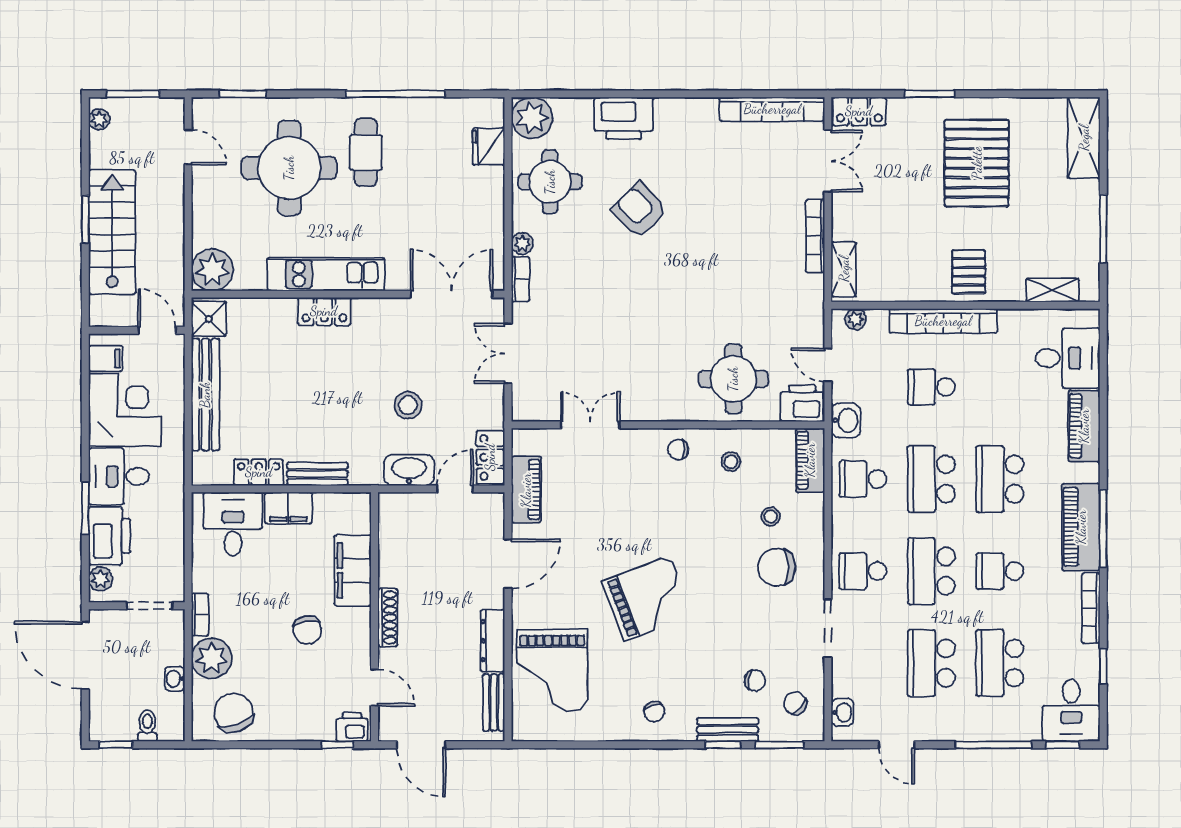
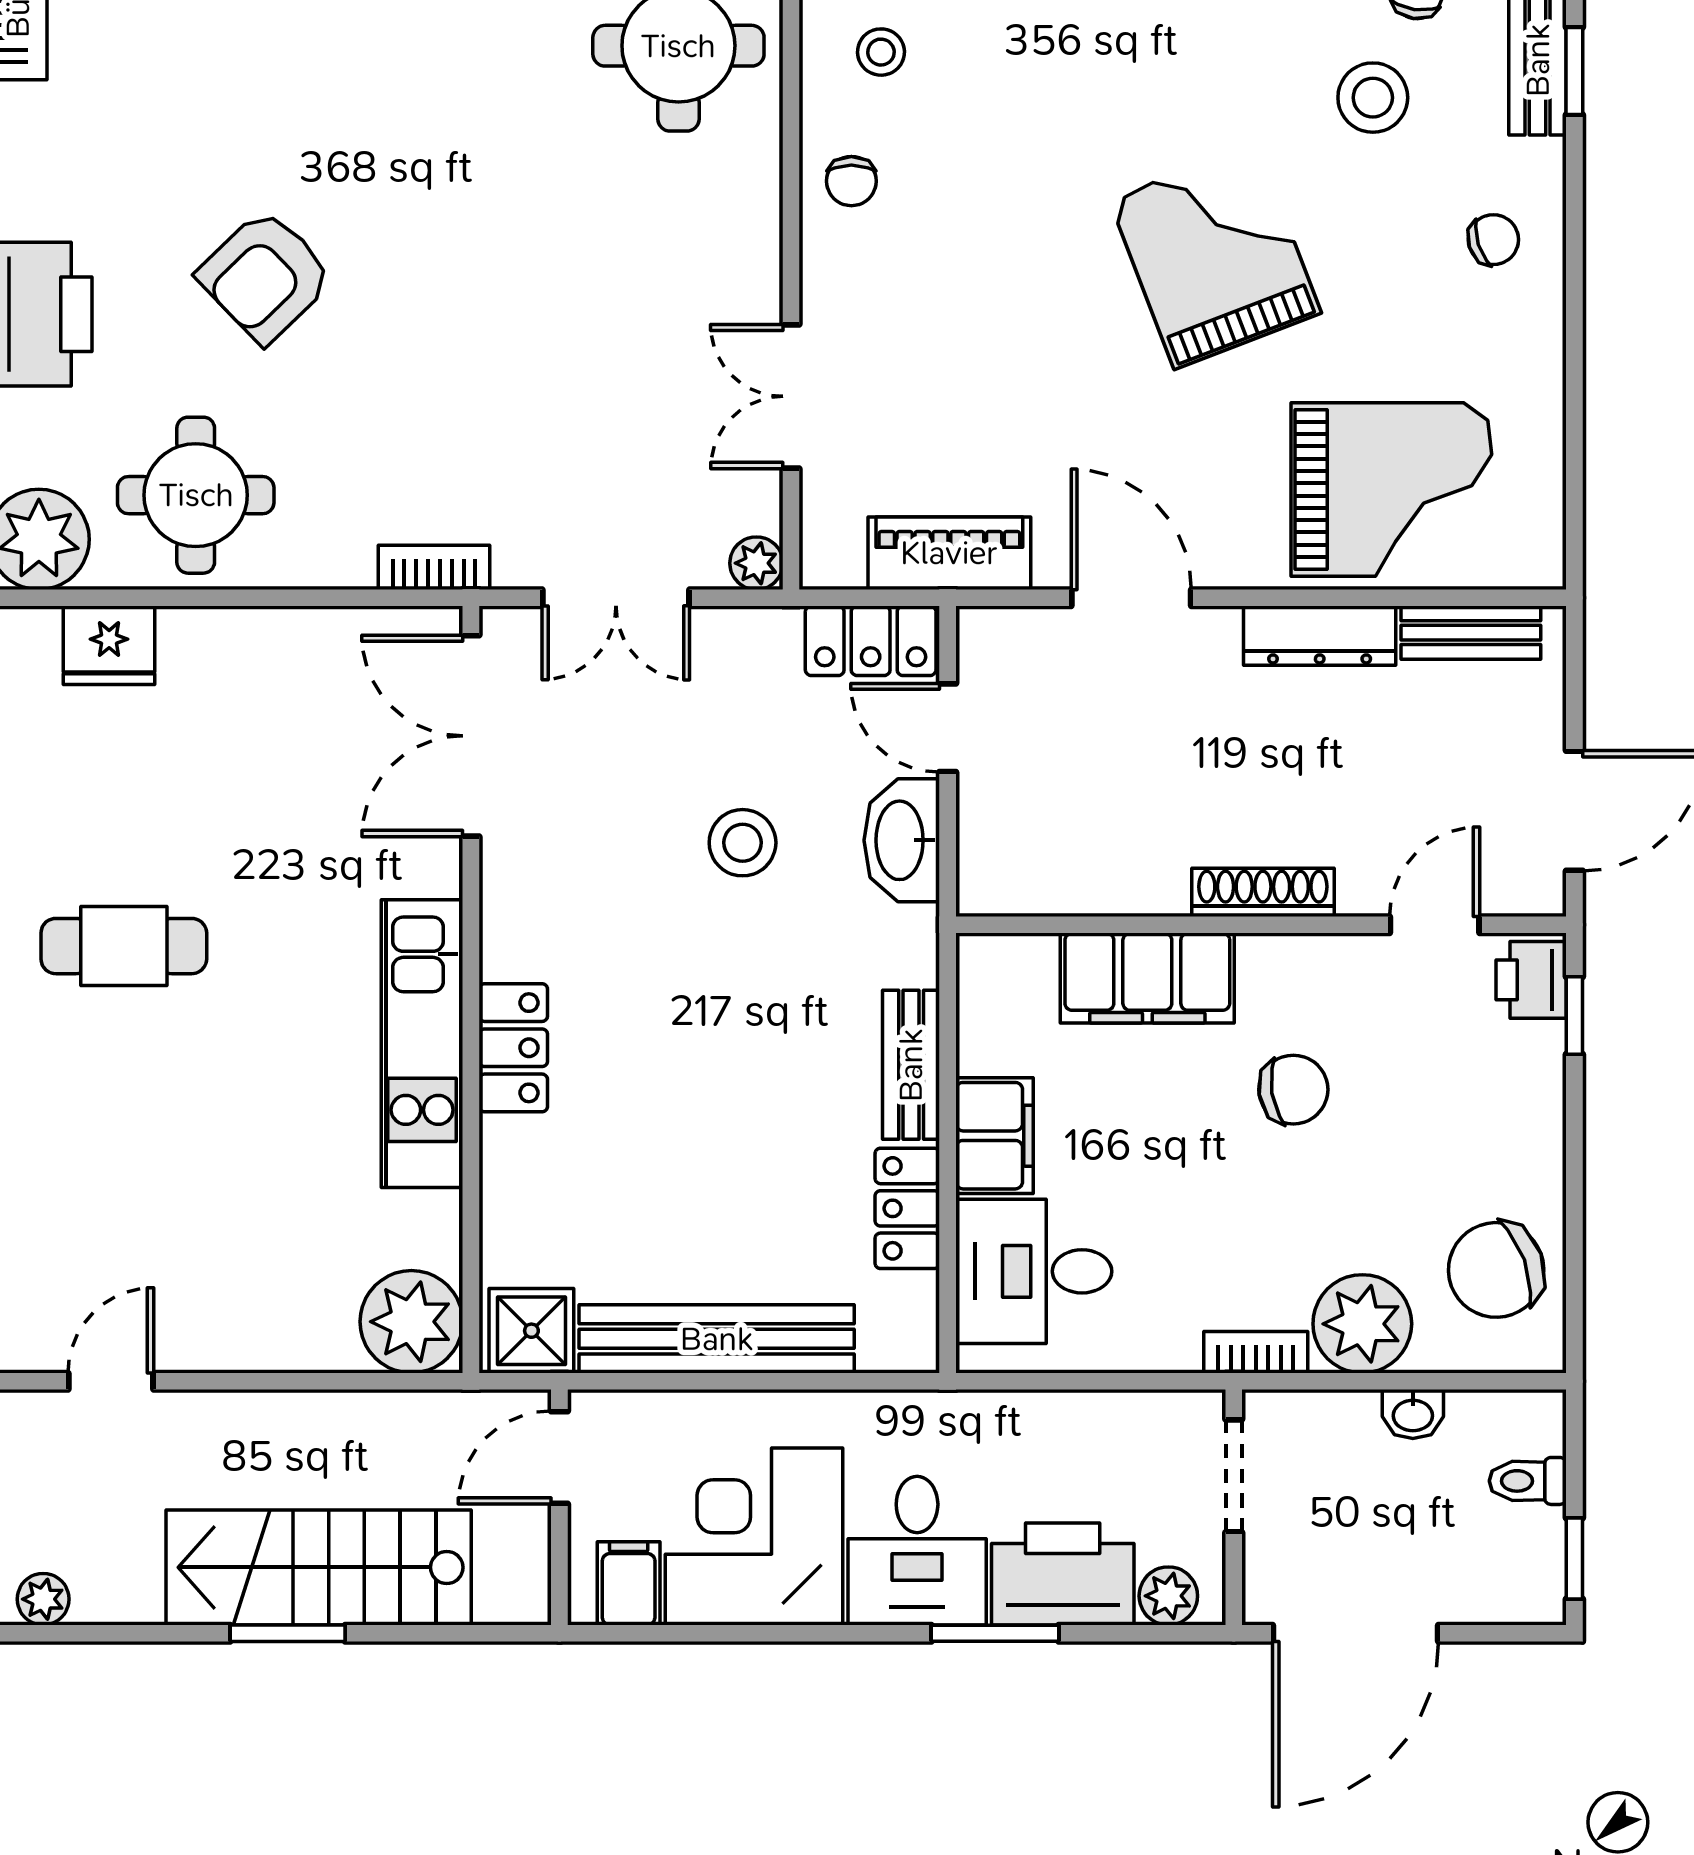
round table: (289, 168) -> (162, 1134), removed
plant: (522, 243) -> (756, 563), moved
stool: (712, 662) -> (1373, 98), added

